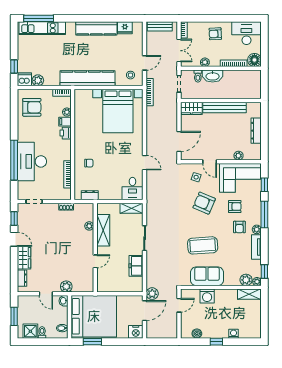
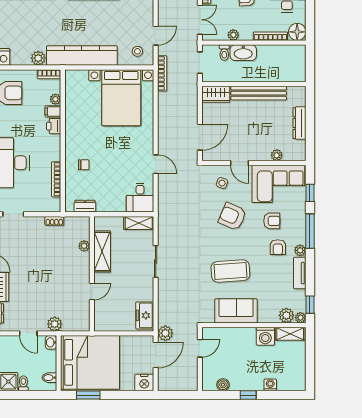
plant: (38, 80) -> (38, 58), moved
freezer: (136, 266) -> (145, 315), moved
washing machine: (207, 296) -> (265, 336), moved

